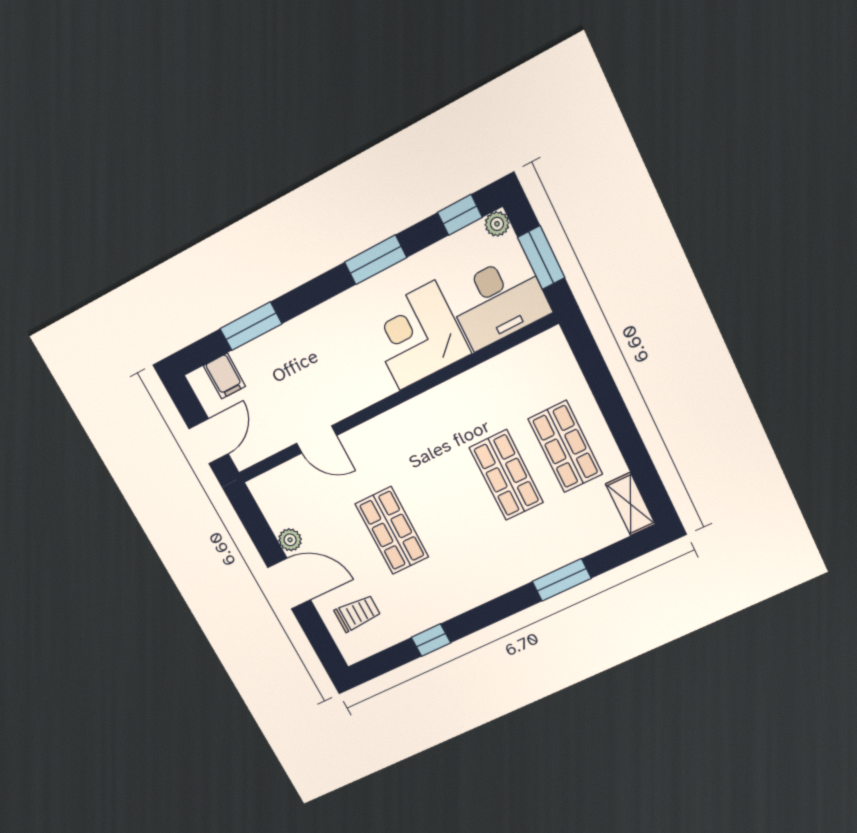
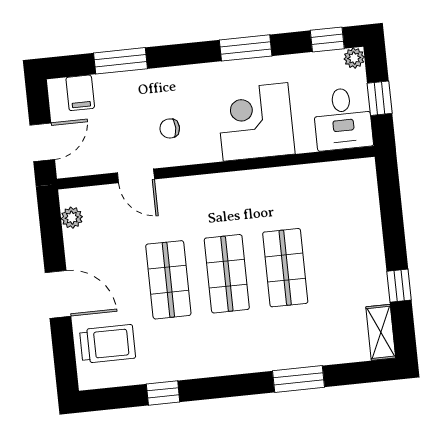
window: (541, 258) -> (380, 98), width x0.67
desk: (498, 302) -> (343, 119), width x0.73
chair: (331, 377) -> (170, 128), added
shop shelf: (565, 447) -> (227, 274), moved
window: (633, 450) -> (399, 286), added
plant: (290, 540) -> (72, 218), moved
trolley: (358, 613) -> (108, 344), width x1.36, depth x1.39

